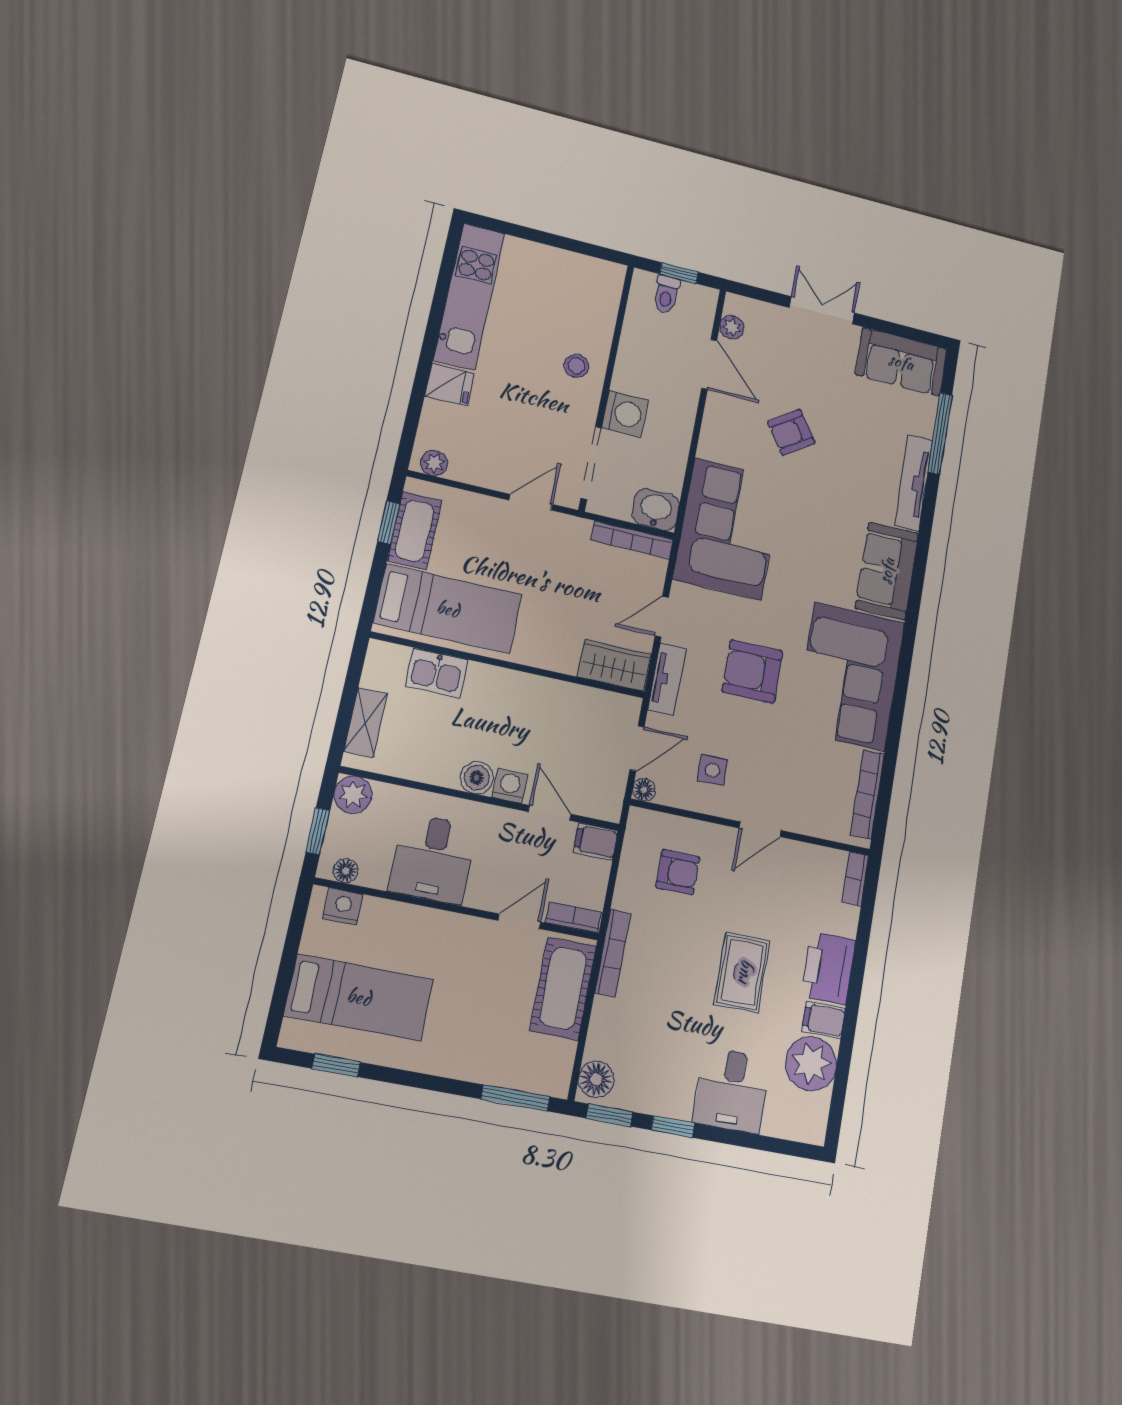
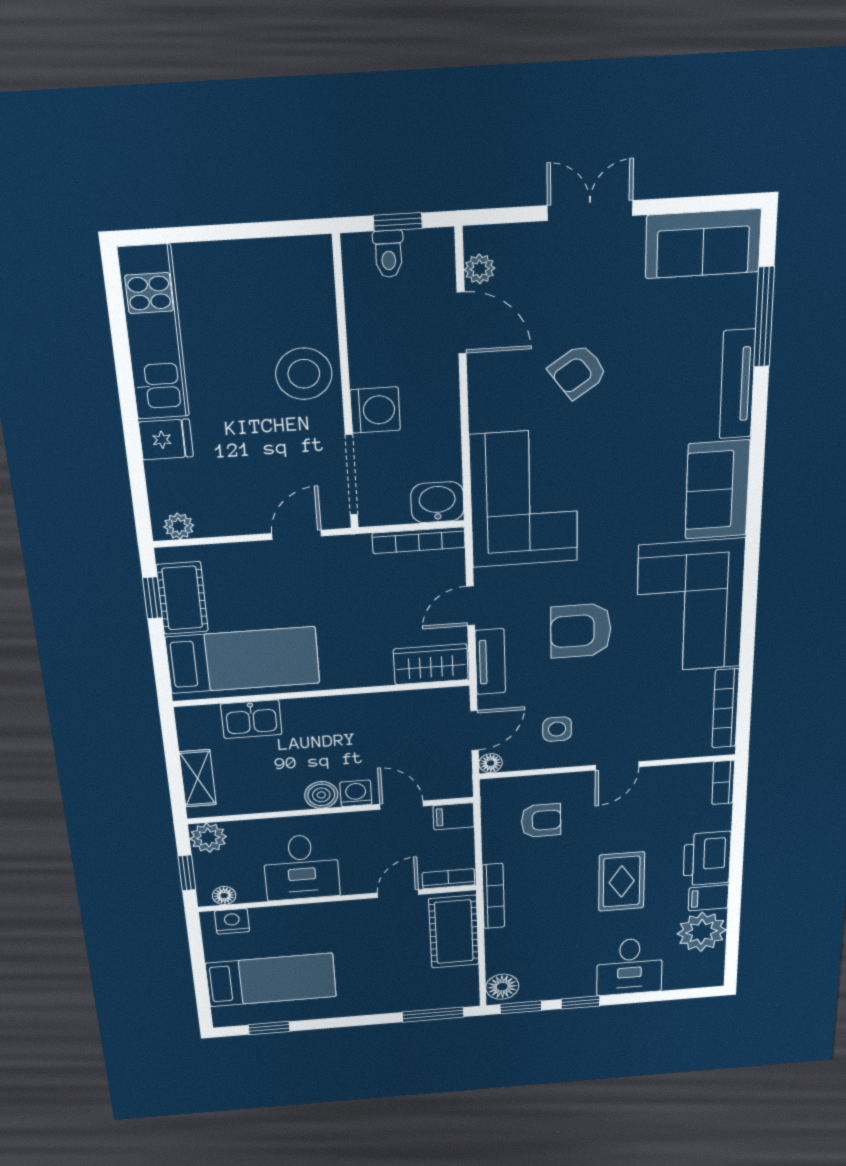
stool: (576, 366) -> (304, 374), width x1.89, depth x1.89

